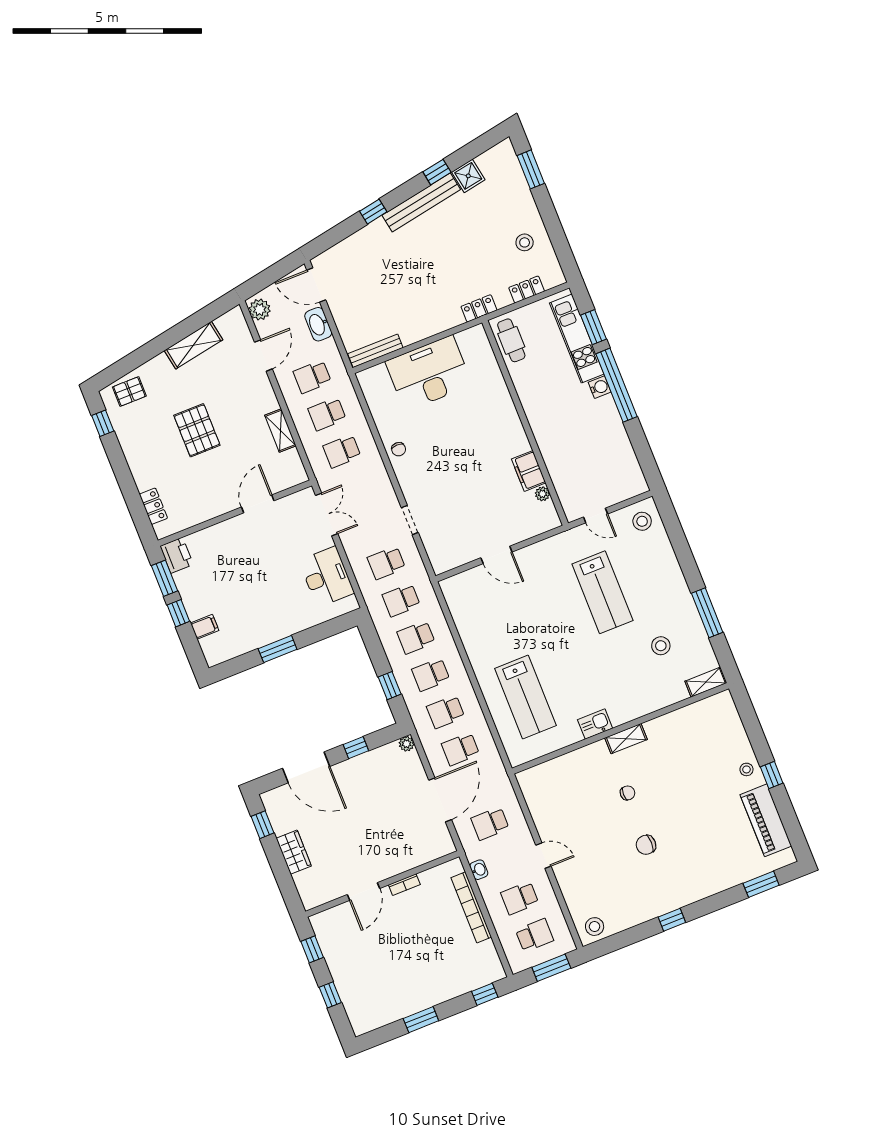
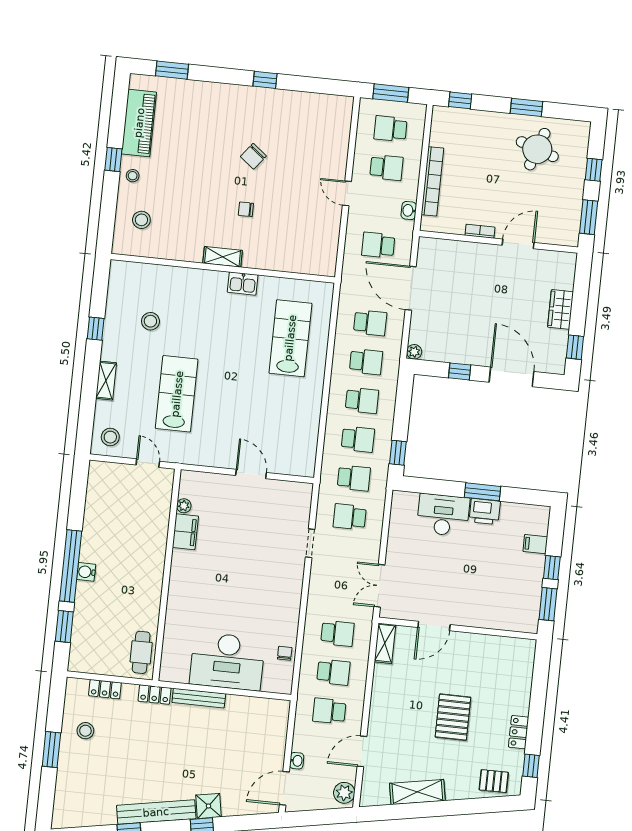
window: (531, 169) -> (51, 750), moved
shower: (468, 176) -> (208, 806), moved
door: (316, 285) -> (284, 788), swing flipped
washbasin: (318, 324) -> (297, 761), width x0.52, depth x0.69
kitchen unit: (577, 338) -> (84, 624), removed
bench: (375, 351) -> (199, 698), moved
school desk: (312, 377) -> (329, 711), turned 180
shelving: (280, 431) -> (385, 643), moved
chair: (399, 449) -> (285, 653), moved
locker: (153, 506) -> (519, 732), moved
printer: (177, 555) -> (485, 511), moved, turned -90
school desk: (386, 563) -> (350, 517), turned 180
desk: (327, 577) -> (443, 515), moved, turned 90
window: (707, 613) -> (96, 329), width x0.46
shelving: (706, 682) -> (106, 381), moved, turned 90
window: (390, 686) -> (398, 453), moved
door: (440, 800) -> (411, 288), hinge flipped
school desk: (490, 824) -> (378, 245), turned 180
chair: (646, 845) -> (253, 156), turned 128
stool: (595, 927) -> (141, 220), moved
window: (312, 949) -> (589, 217), width x1.50
round table: (391, 987) -> (537, 149), added

